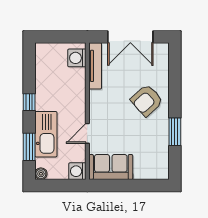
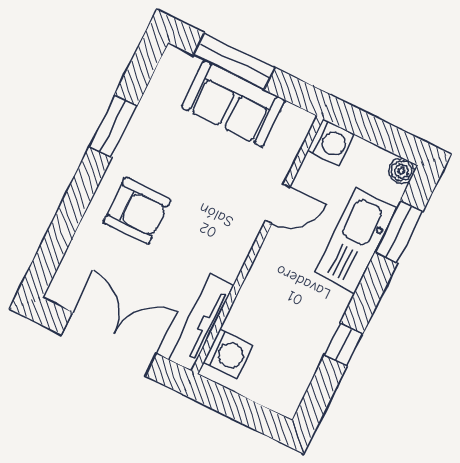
armchair: (147, 100) -> (137, 211), turned 42
window: (29, 102) -> (343, 345), moved
sofa: (111, 167) -> (233, 104), moved
window: (136, 186) -> (234, 61), added

